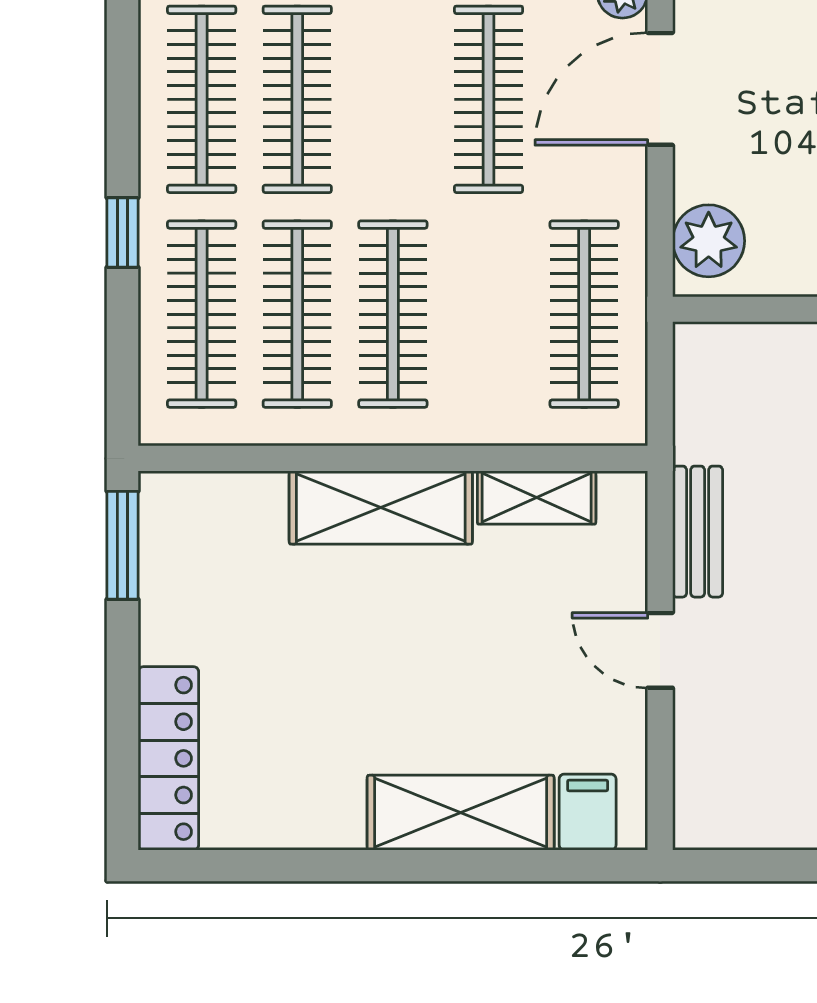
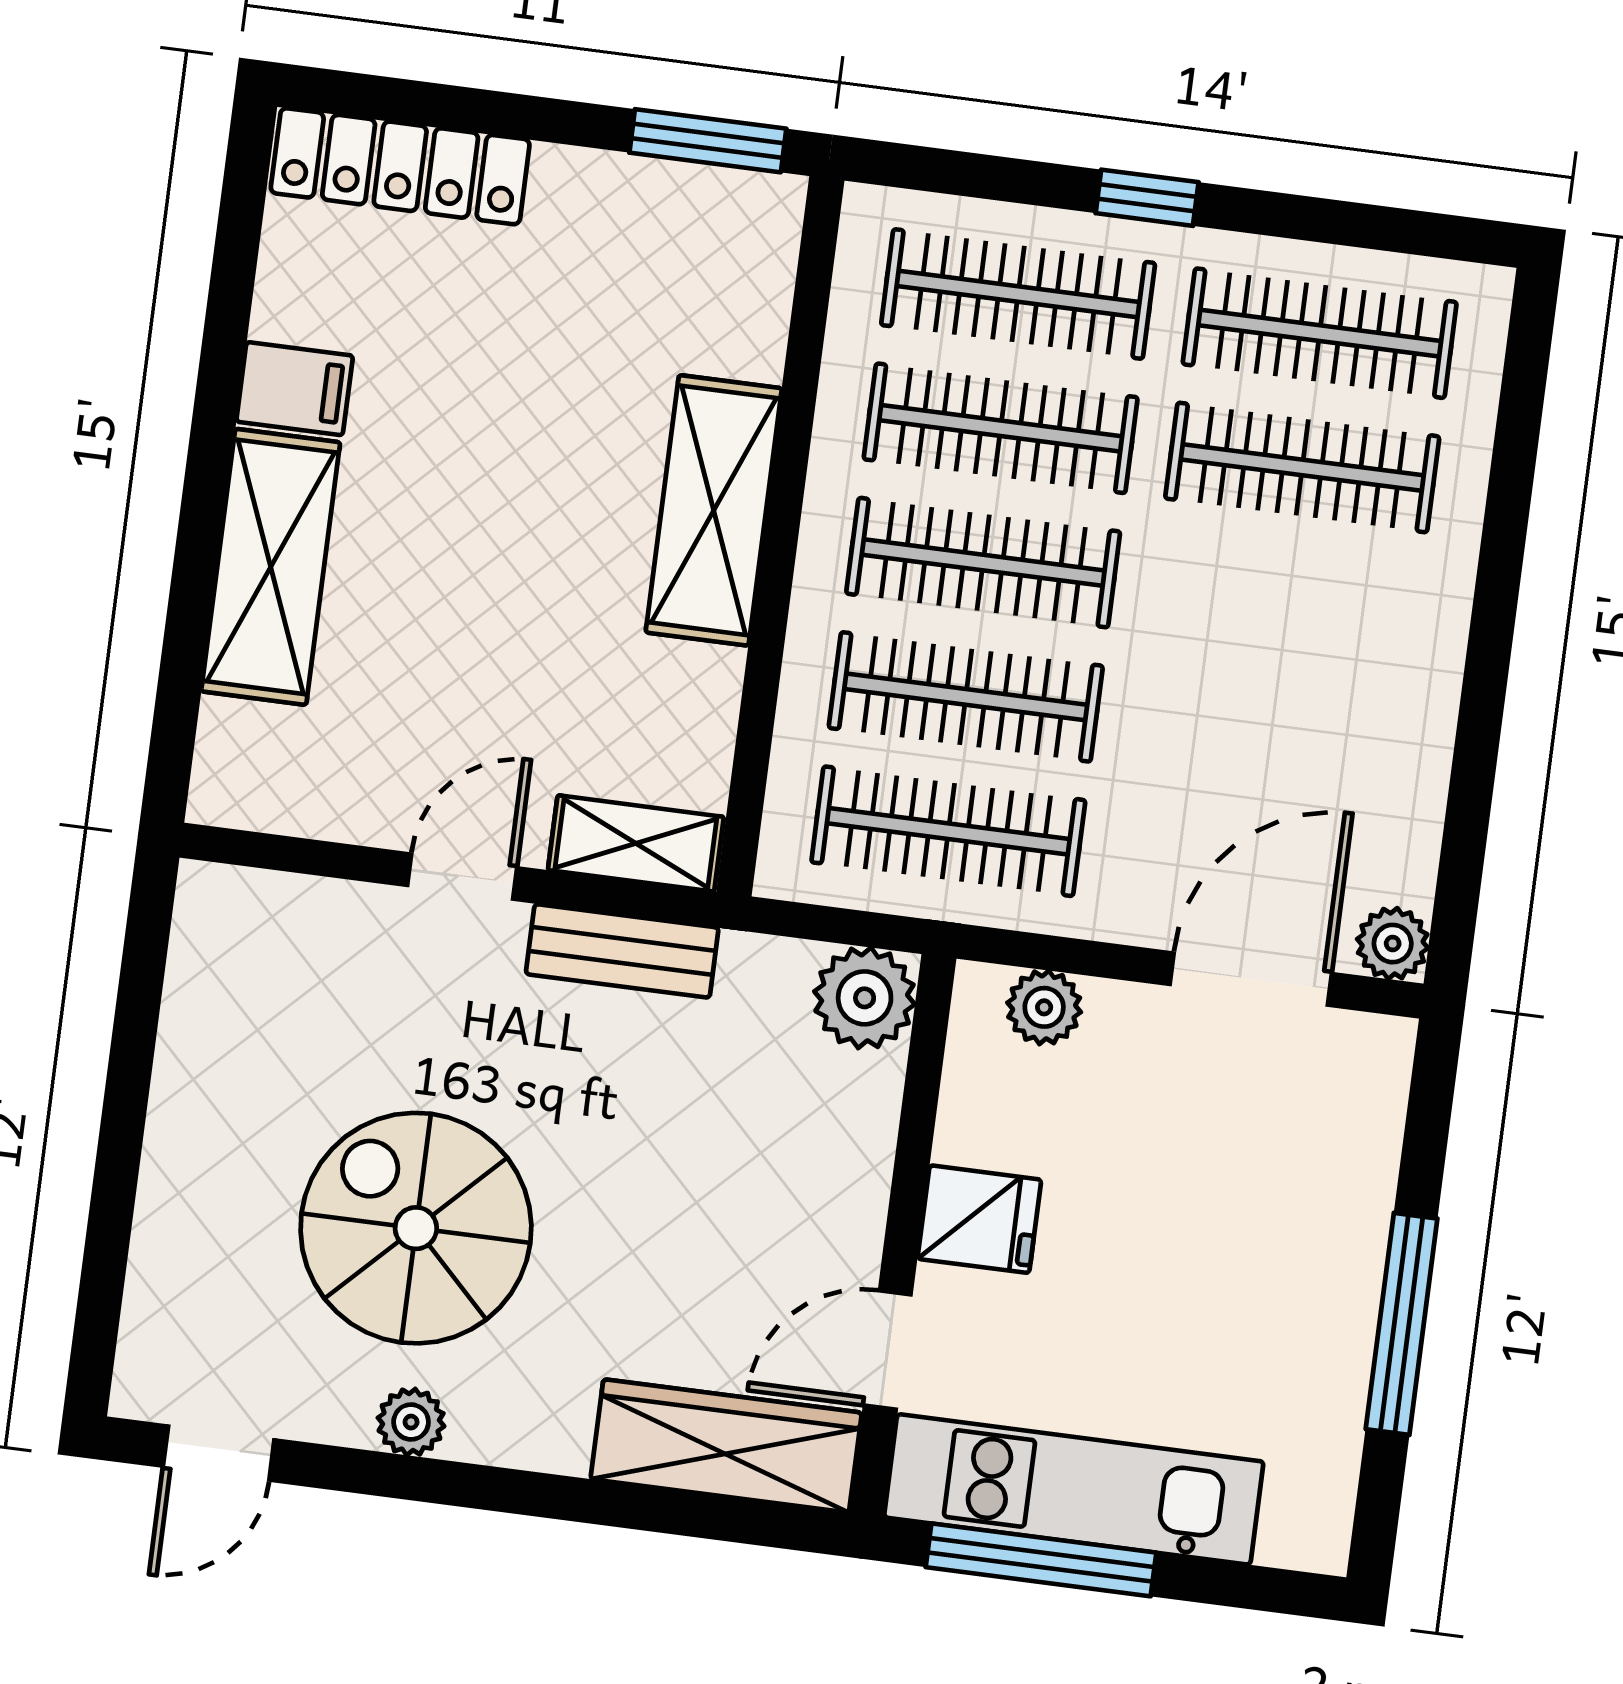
door: (660, 89) -> (1251, 979), hinge flipped
clothes rail: (489, 99) -> (966, 697), moved
plant: (709, 241) -> (1044, 1007), width x0.73, depth x0.73
plant: (708, 358) -> (865, 998), added
shelving: (537, 497) -> (636, 843), moved, turned 90
filing cabinet: (588, 812) -> (295, 389), moved

